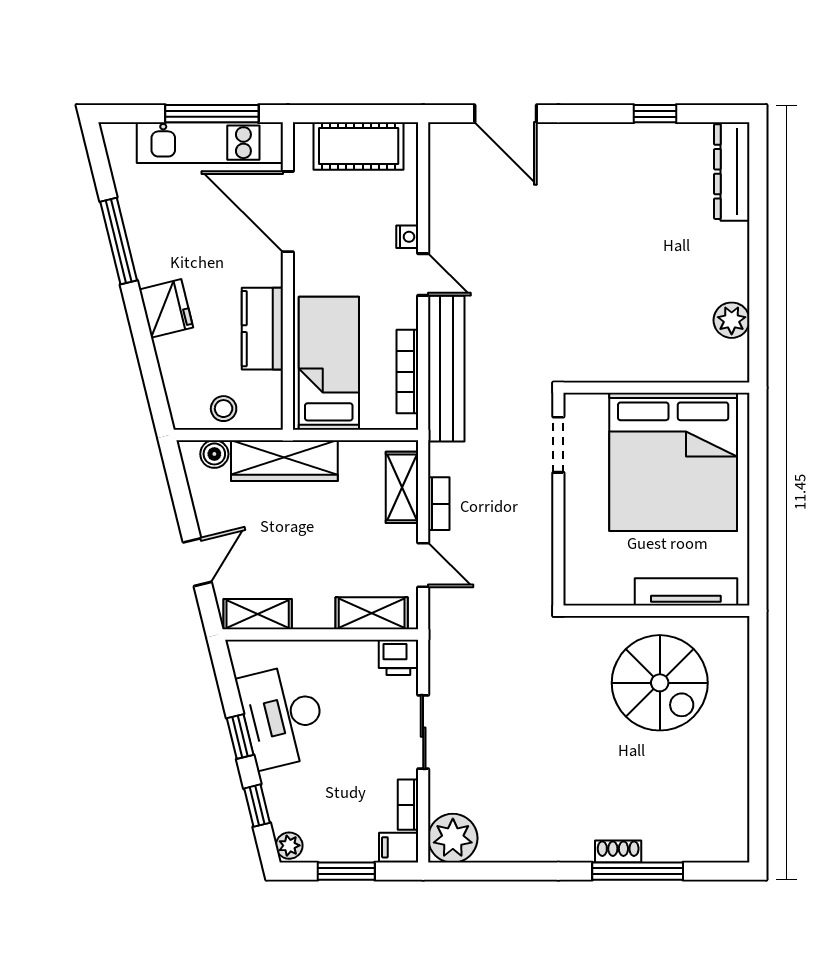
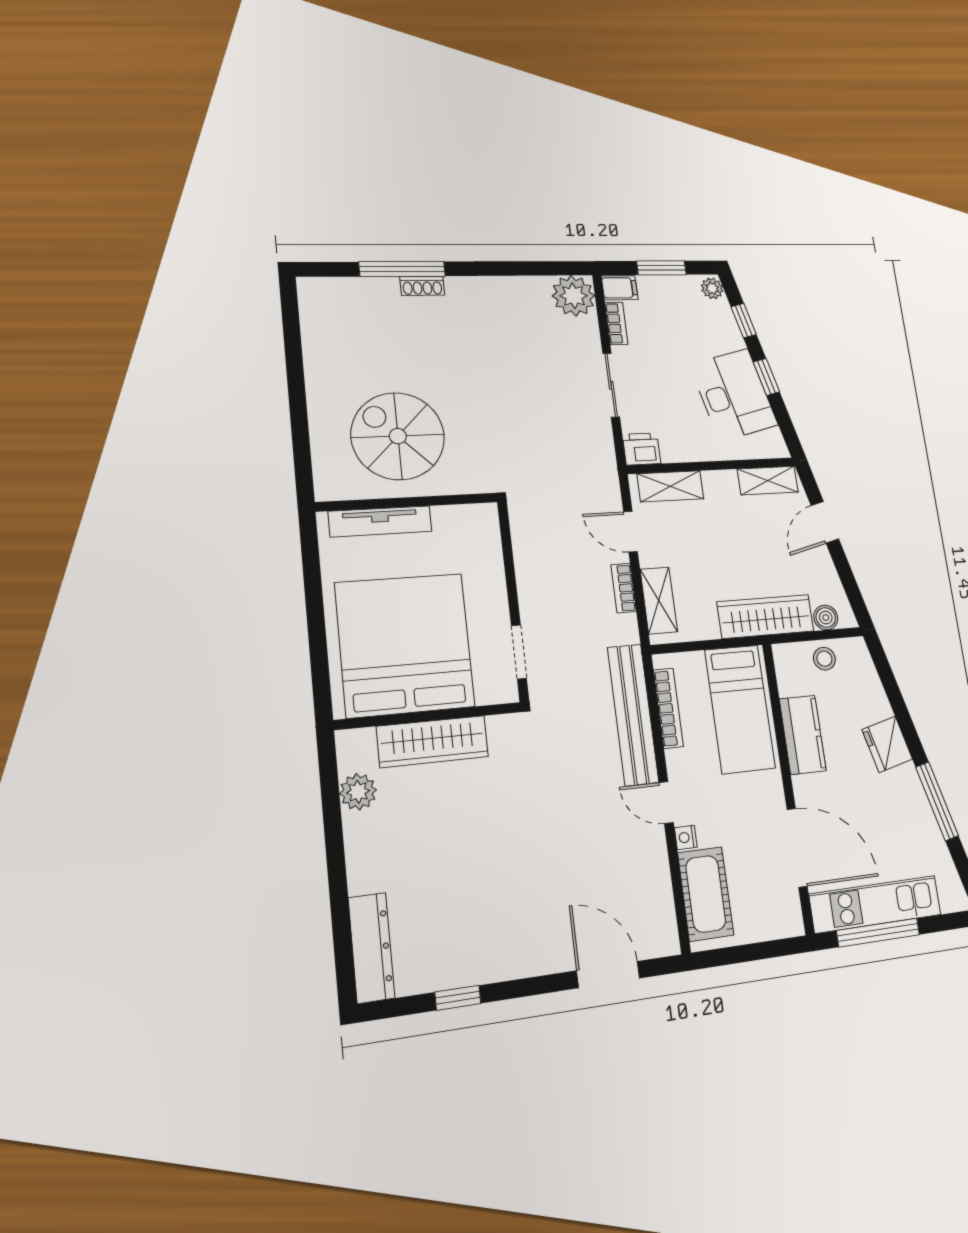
cot: (359, 146) -> (706, 894), moved, turned 90
wardrobe: (655, 362) -> (433, 741), added

